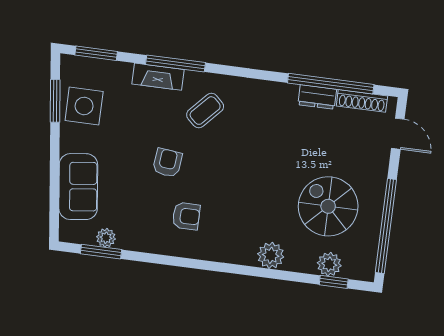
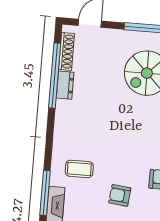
coffee table: (205, 111) -> (79, 169), turned -43

